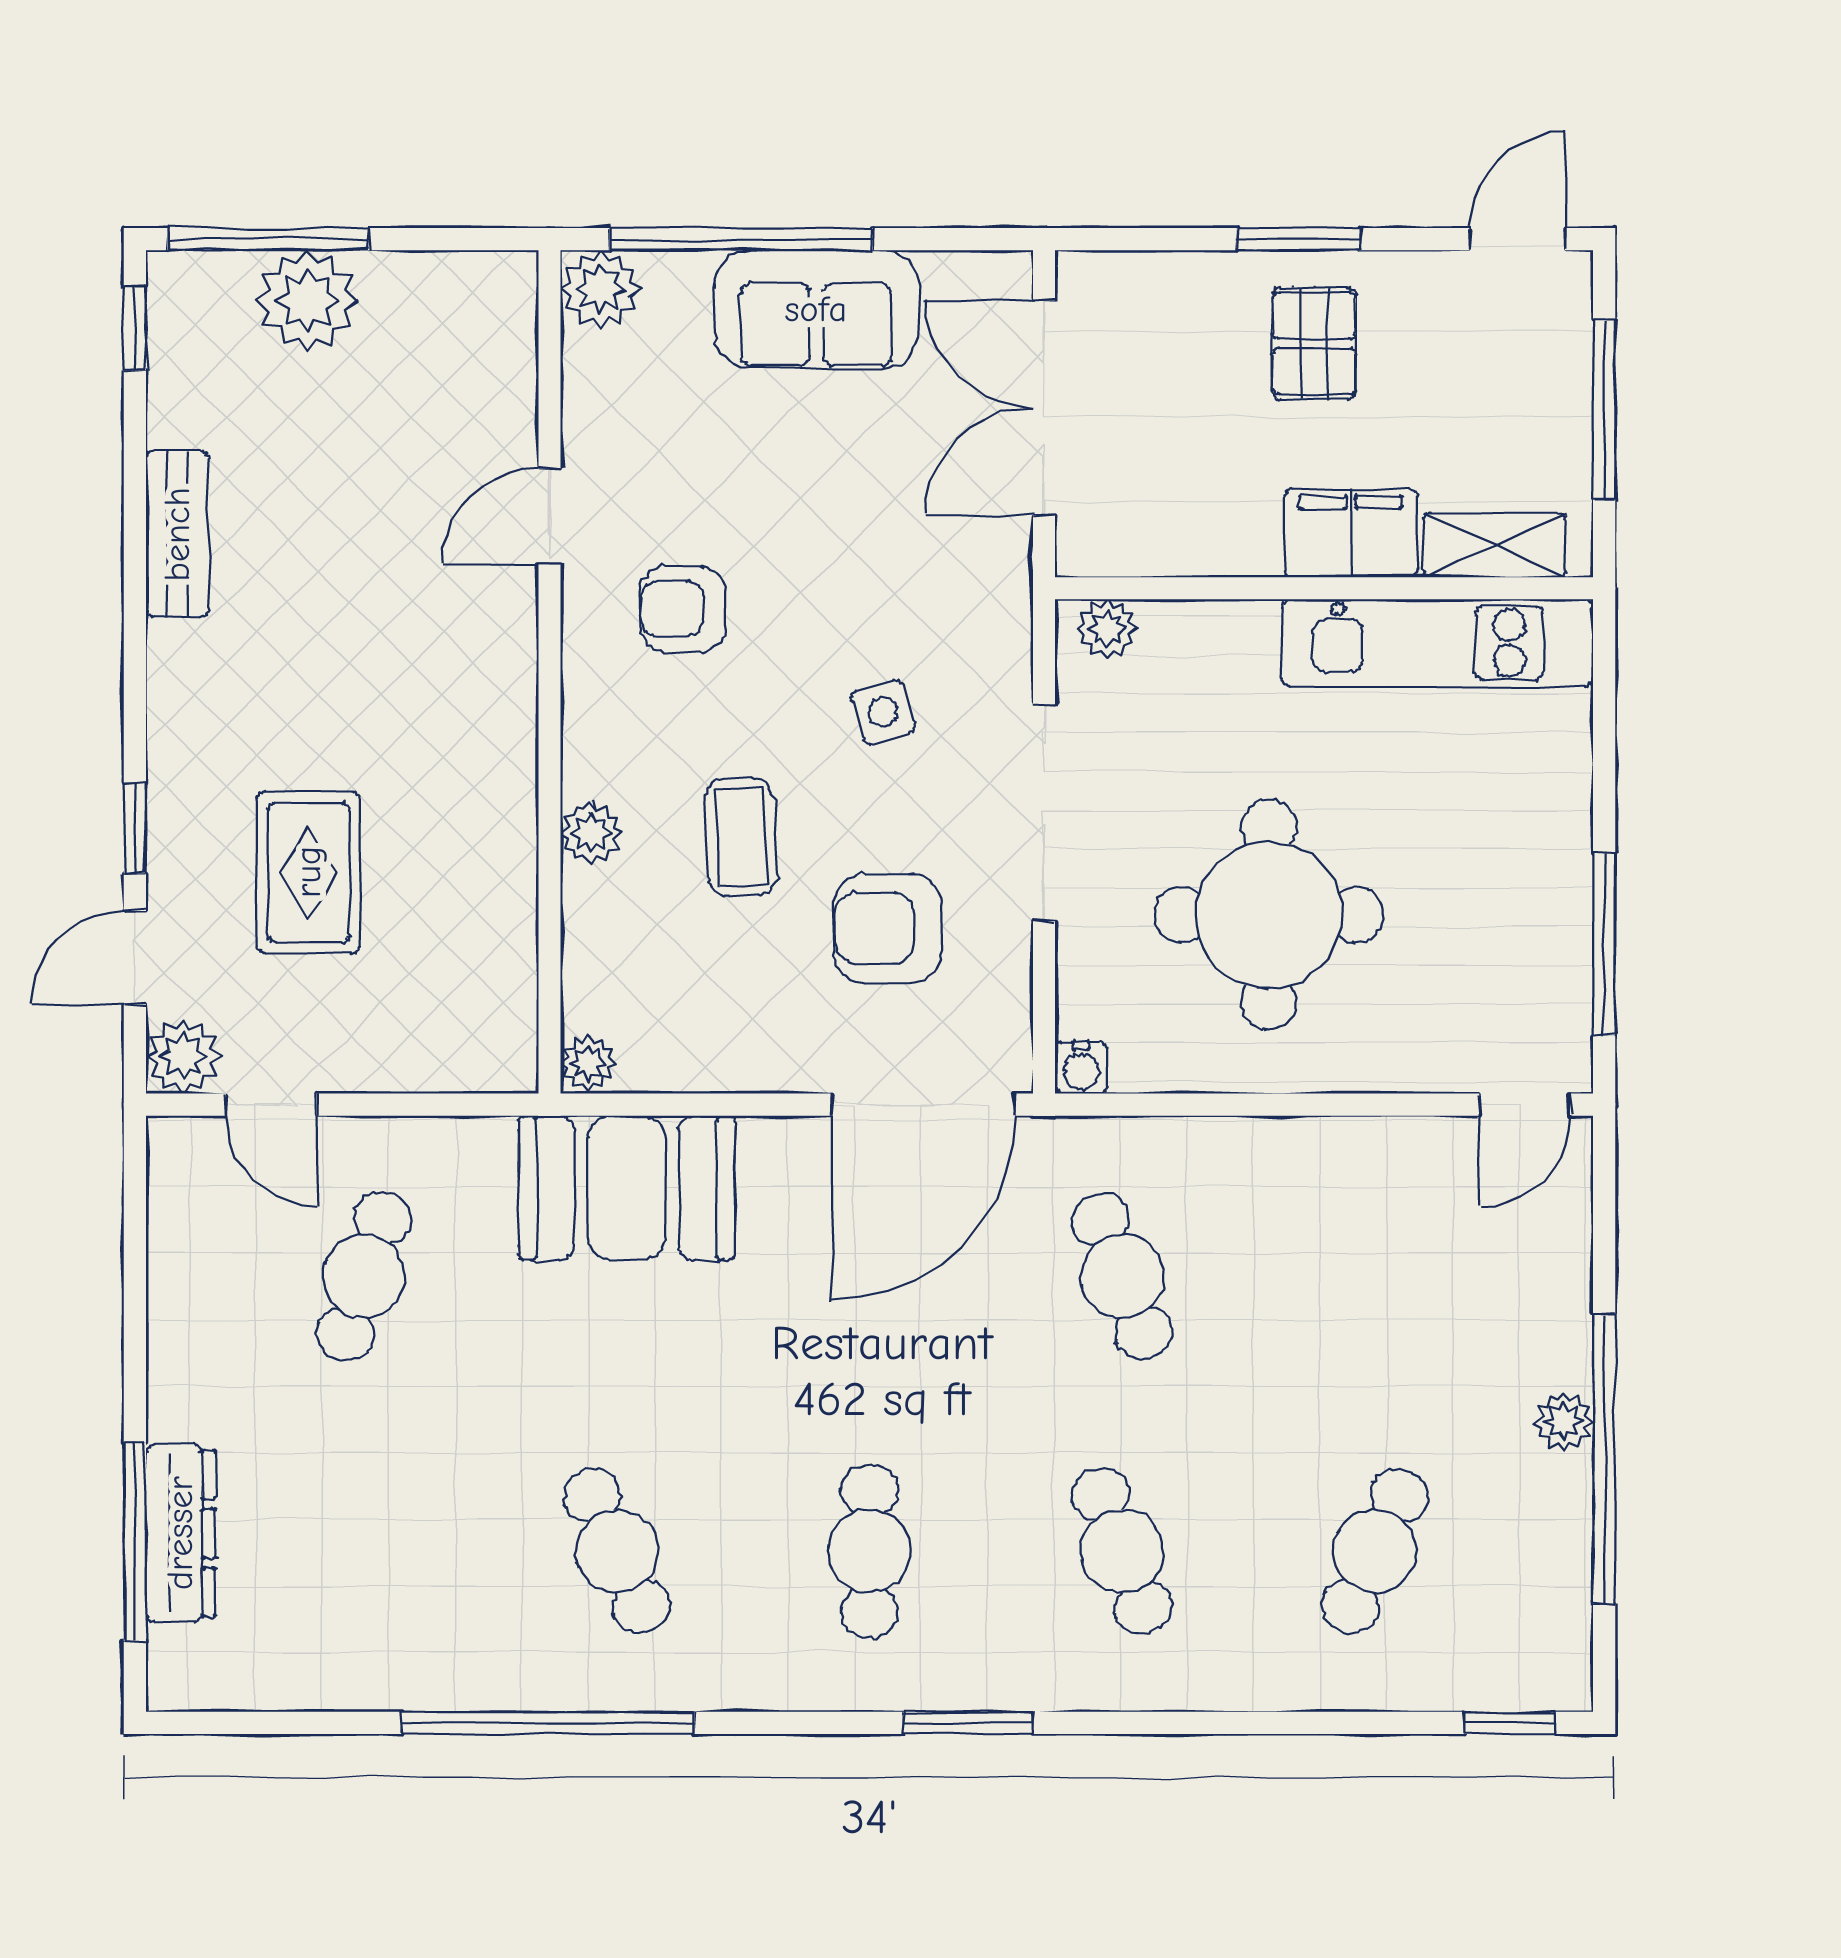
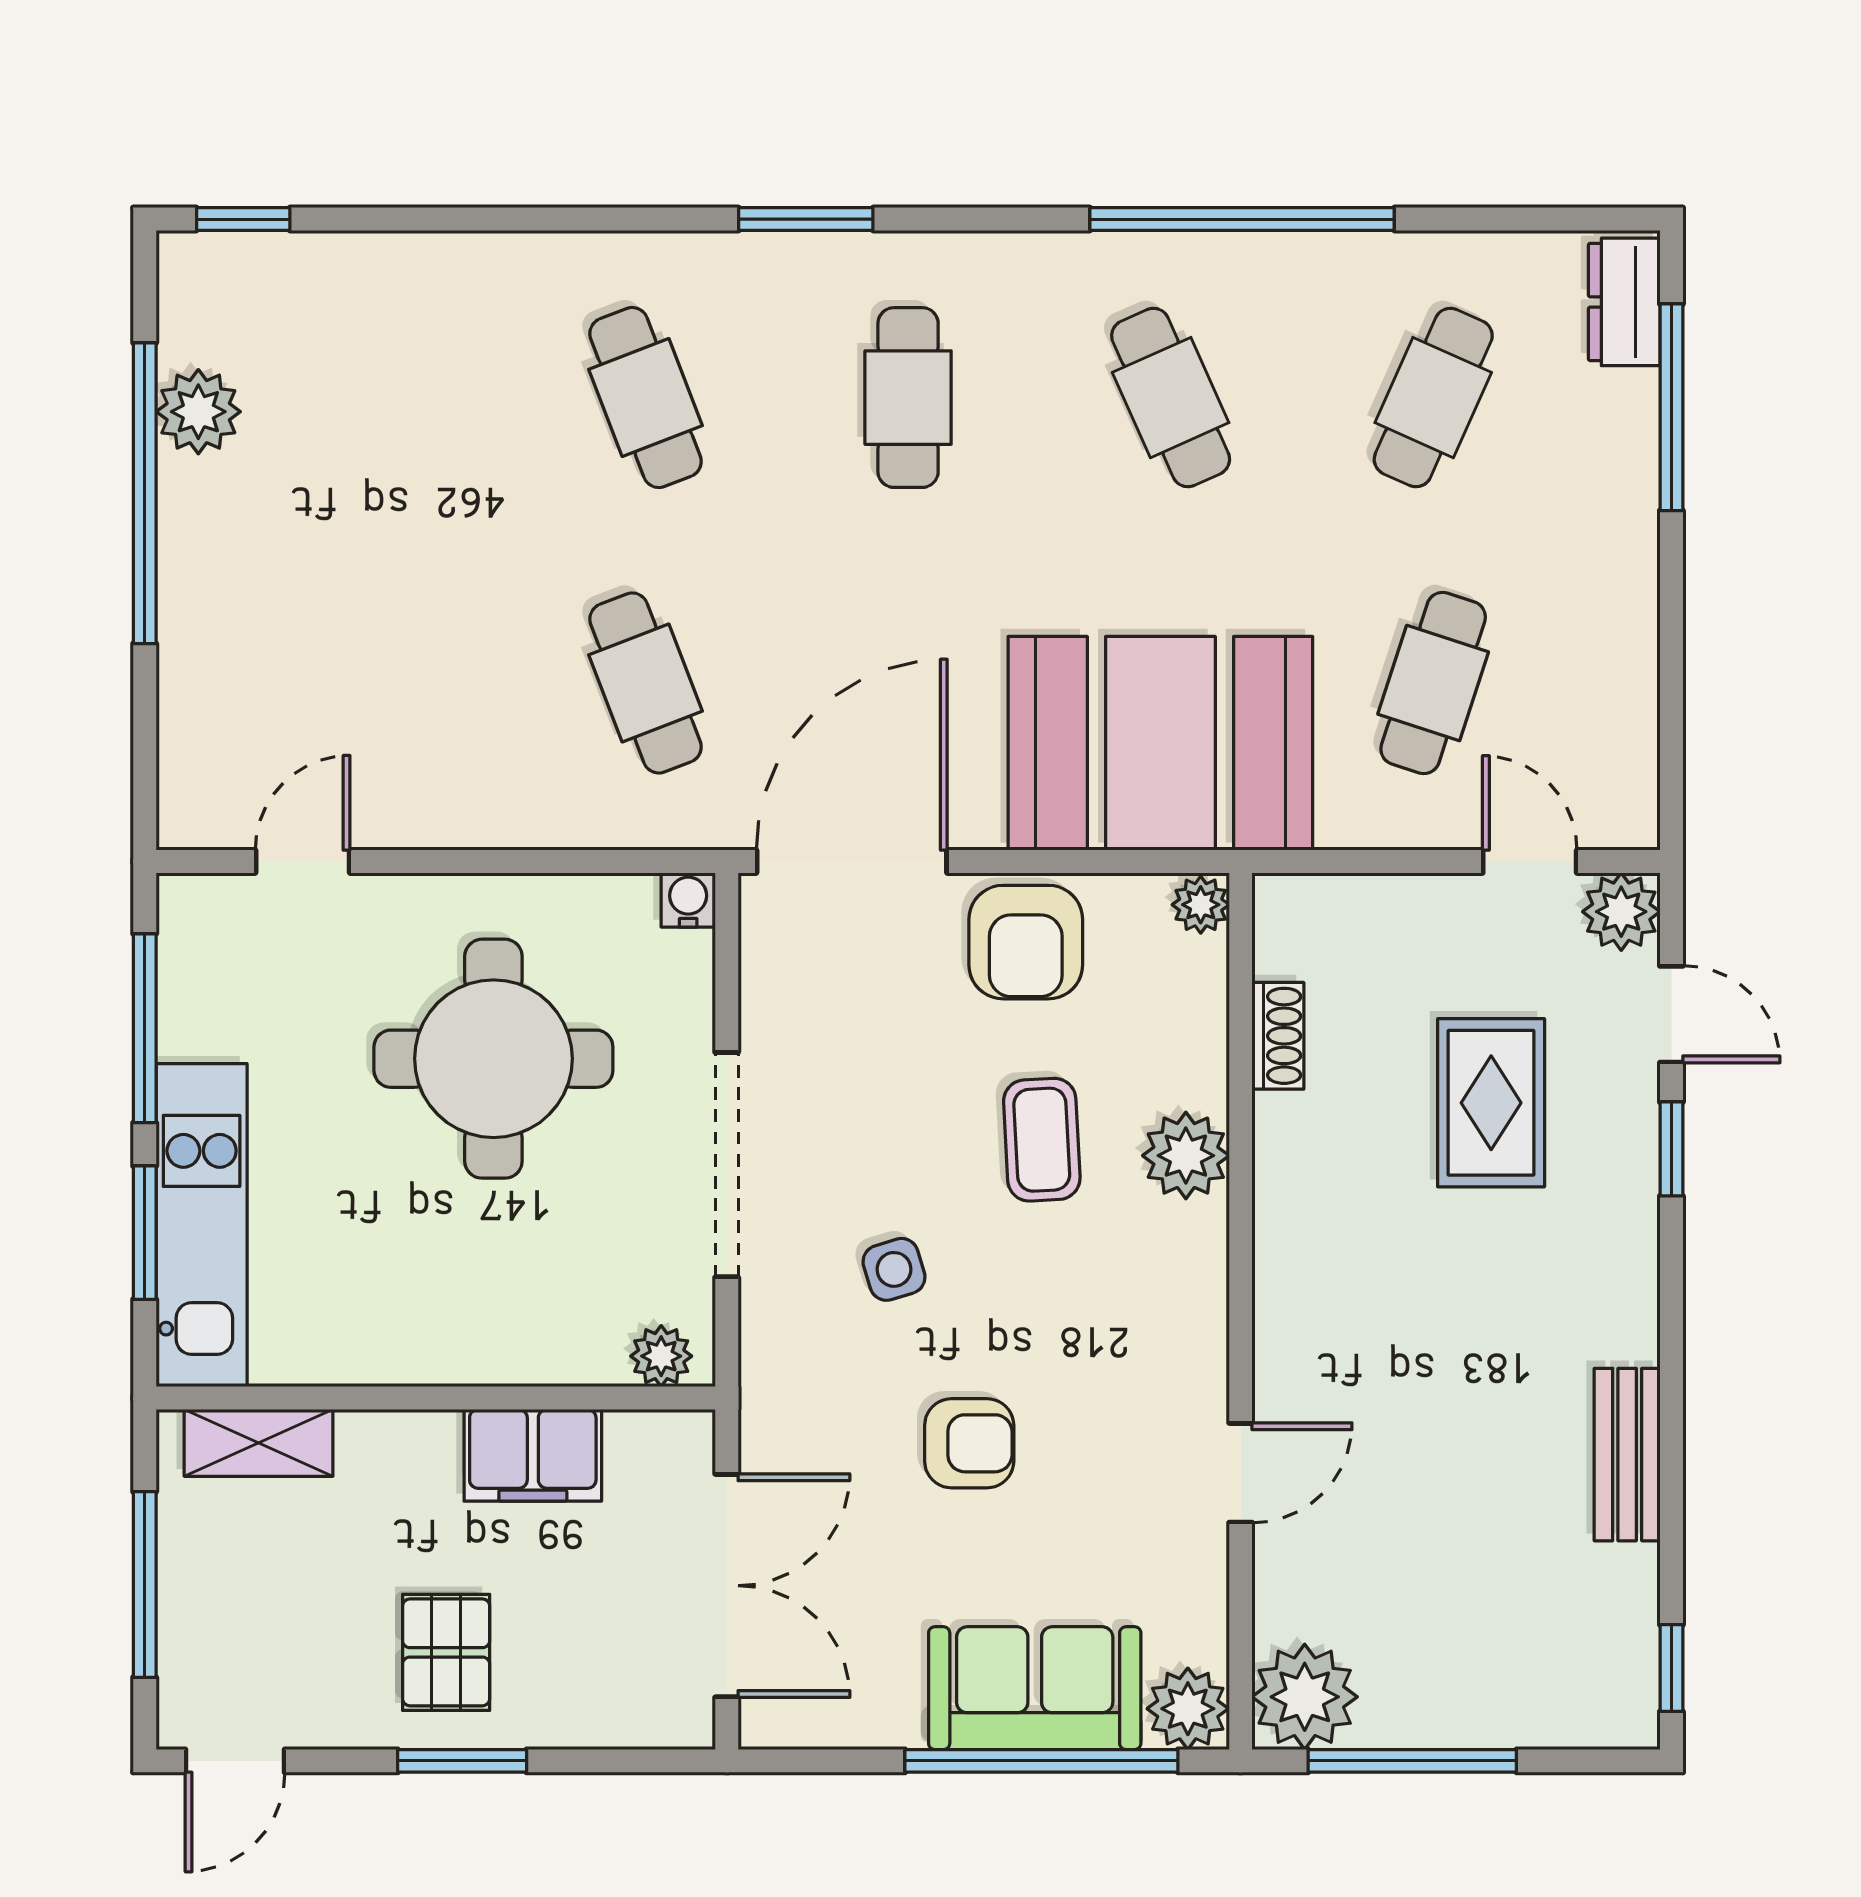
window: (268, 239) -> (1412, 1761), moved
plant: (307, 301) -> (1305, 1697), moved
sofa: (816, 309) -> (1035, 1688), moved
filing cabinet: (1351, 533) -> (533, 1455), moved
armchair: (683, 609) -> (969, 1443), moved
kitchen unit: (1438, 643) -> (202, 1225), moved, turned 90
window: (1604, 748) -> (145, 1233), added
plant: (591, 833) -> (1186, 1156), width x1.38, depth x1.38
armchair: (888, 928) -> (1026, 942), moved, turned 90
shoe rack: (514, 937) -> (1278, 1036), added
door: (135, 958) -> (1671, 1014), hinge flipped
door: (1525, 1105) -> (303, 861), moved
booth: (627, 1188) -> (1160, 743), width x1.36, depth x1.42
plant: (1564, 1421) -> (198, 412), moved, width x1.38, depth x1.38
dresser: (180, 1533) -> (1624, 302), moved, width x0.70
cafe table: (1375, 1551) -> (1433, 398), moved

